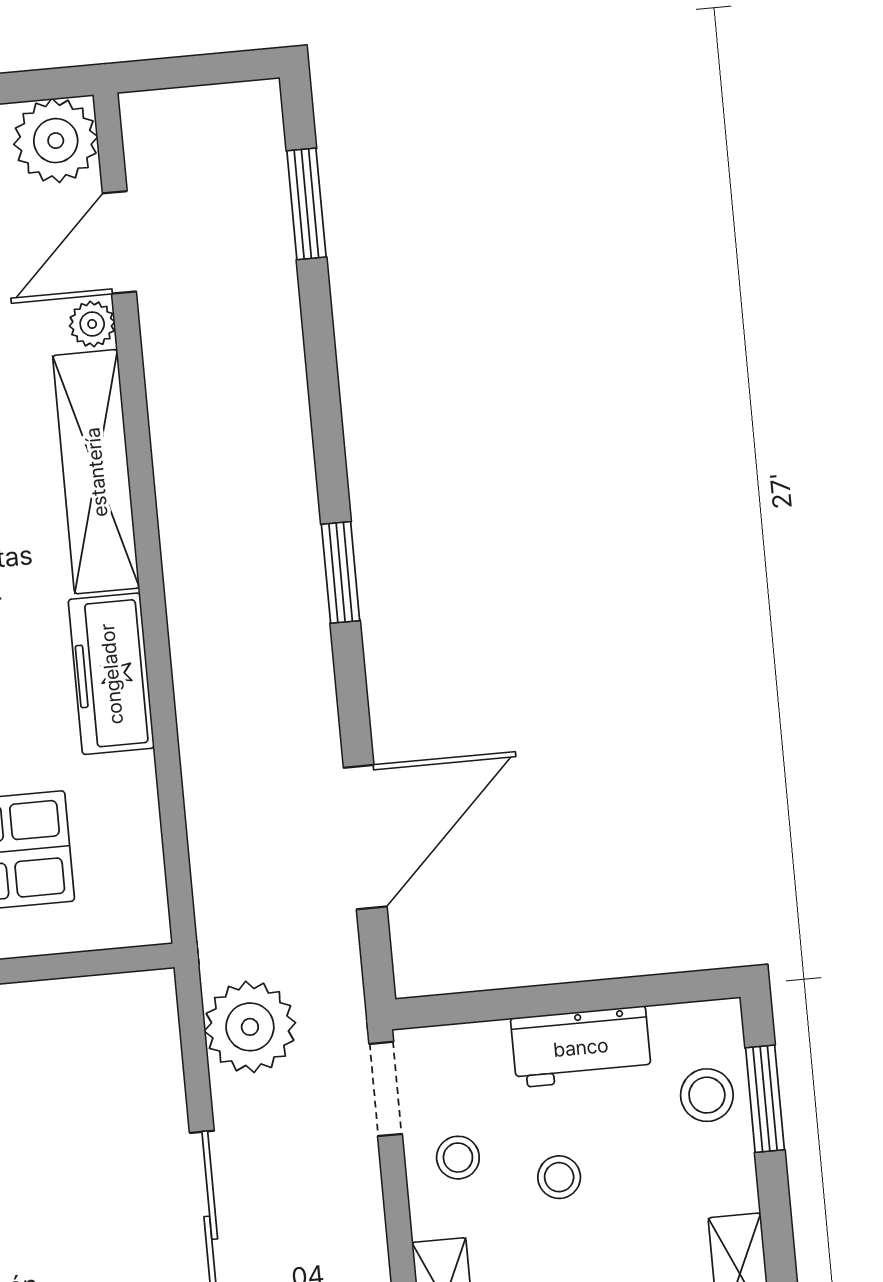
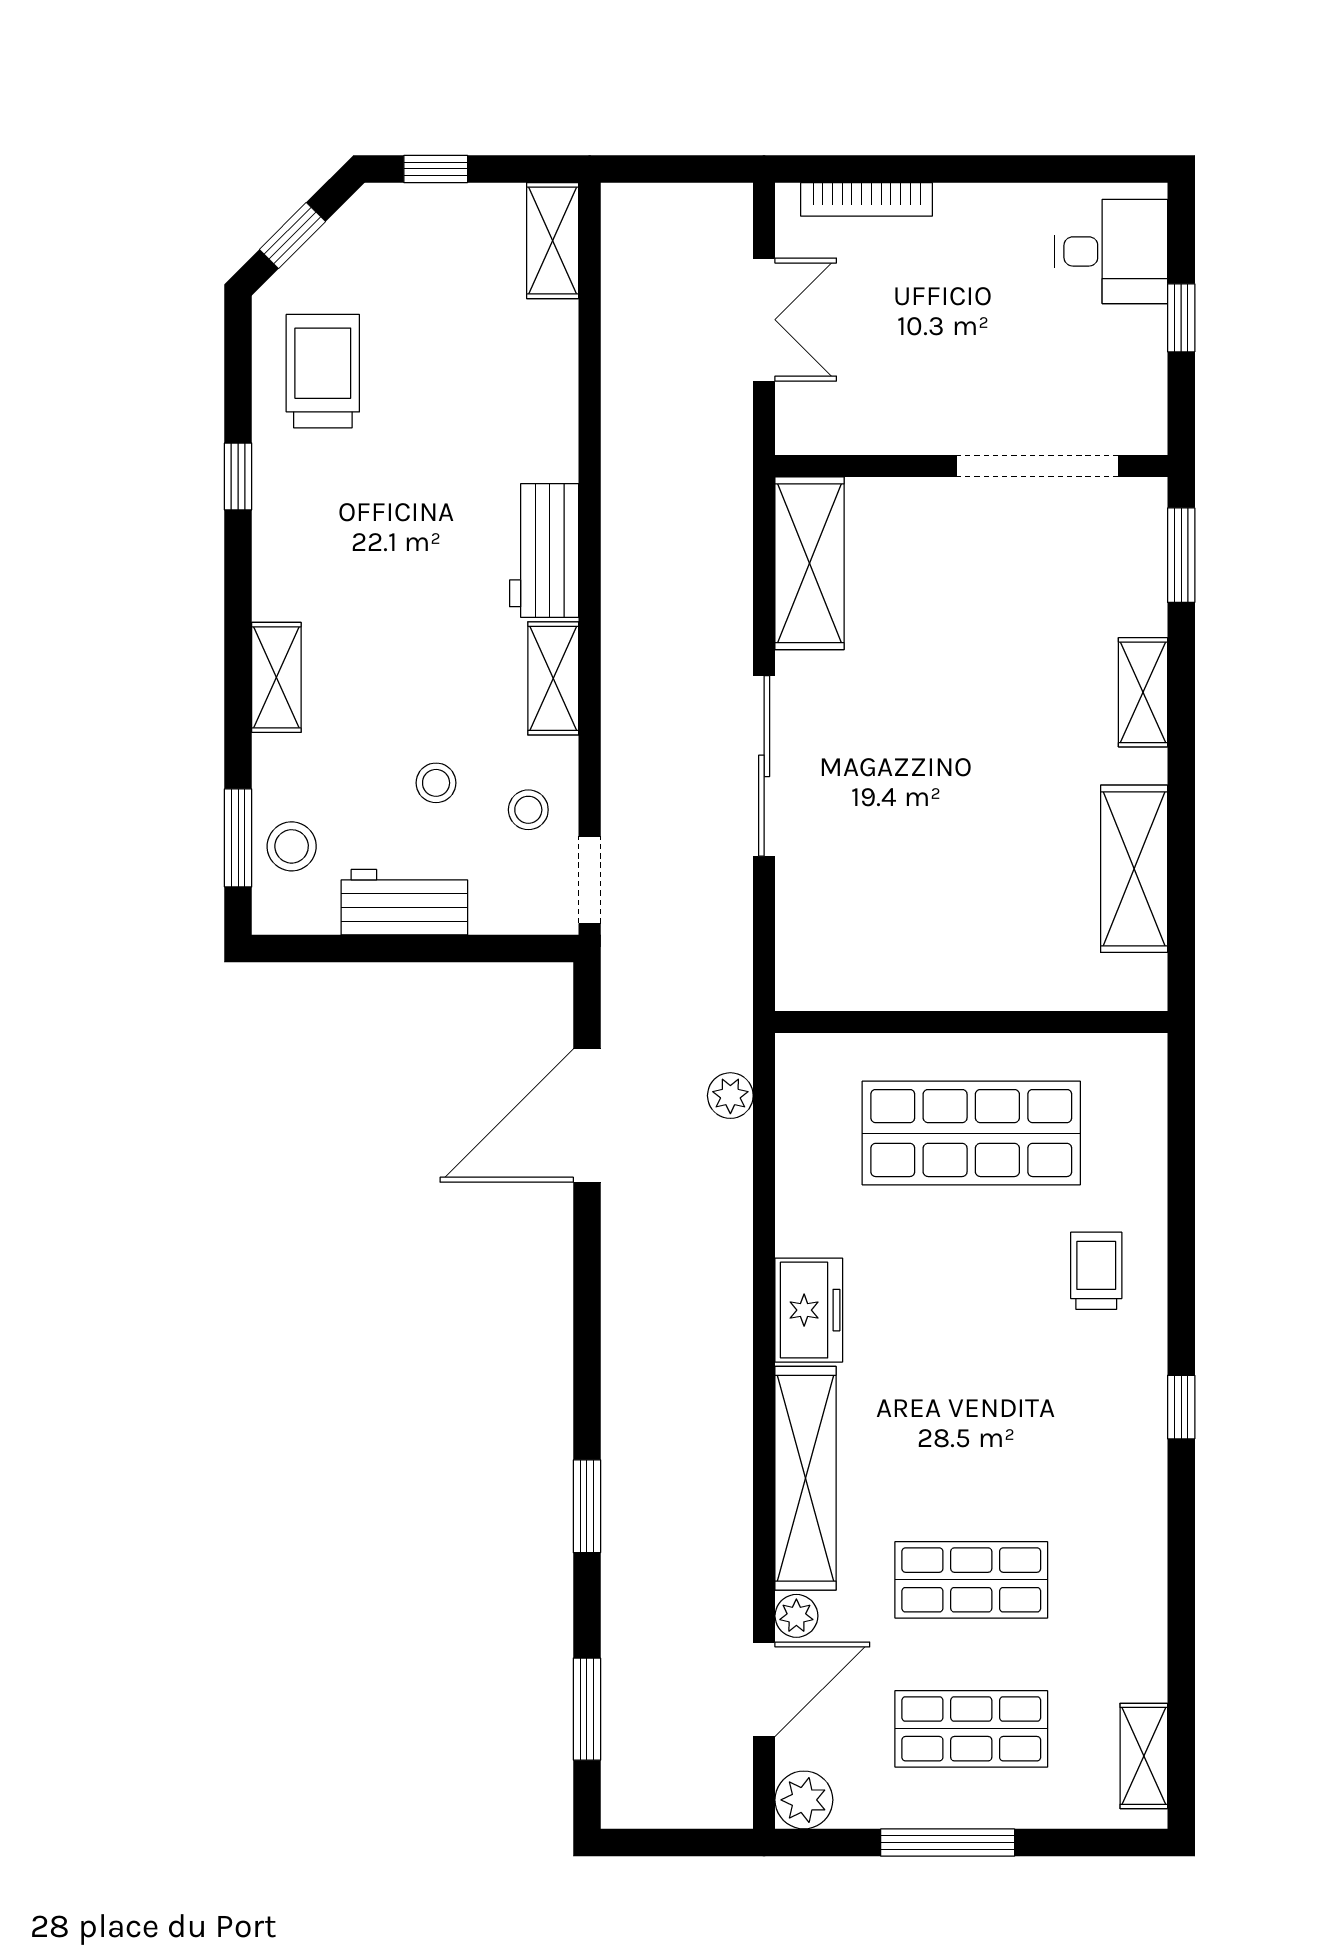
plant: (56, 141) -> (804, 1800), width x0.73, depth x0.73
window: (341, 572) -> (587, 1506), moved
freezer: (111, 674) -> (809, 1310), width x0.71
plant: (250, 1027) -> (730, 1096), moved, width x0.53, depth x0.53

